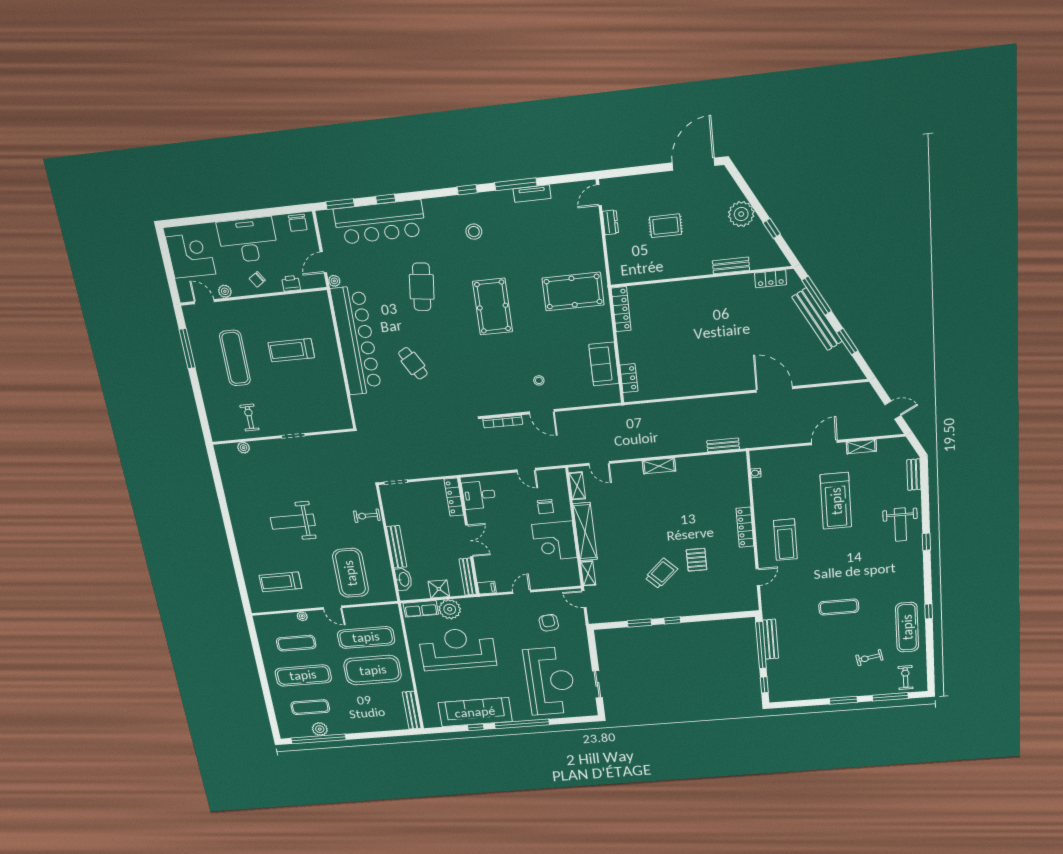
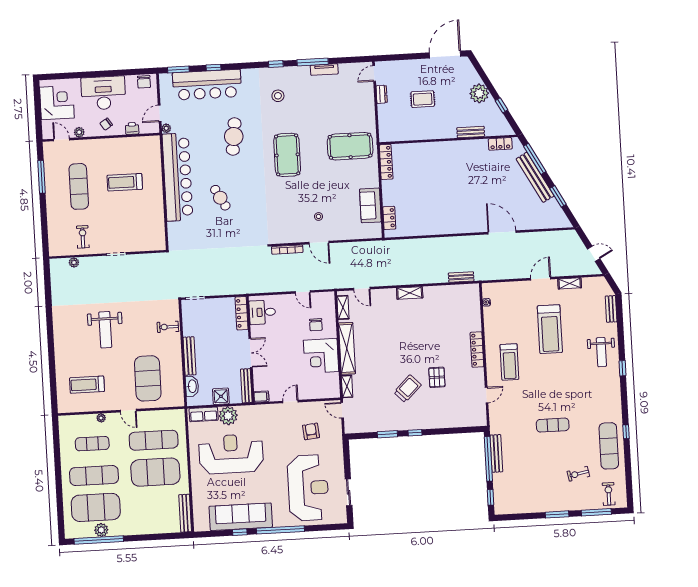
weight bench: (293, 522) -> (105, 330), turned -90
exercise mat: (310, 707) -> (96, 507), width x2.00, depth x1.45

